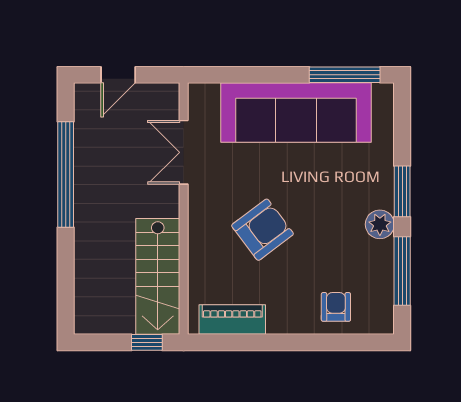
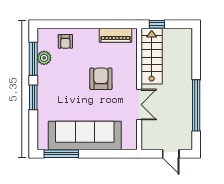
door: (118, 75) -> (171, 154), swing flipped
double door: (184, 152) -> (139, 105), moved
plant: (380, 224) -> (44, 58), moved
armchair: (263, 230) -> (101, 79), turned 127

